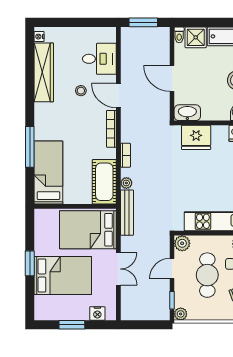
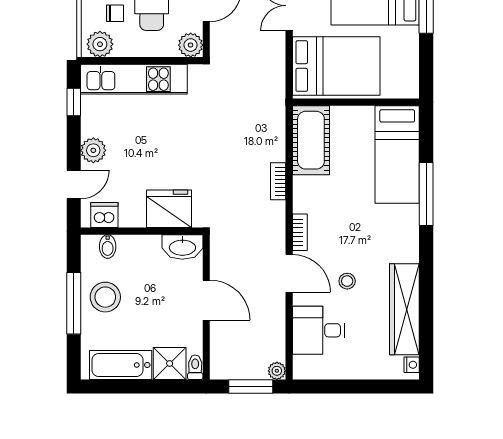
bookcase: (111, 129) -> (300, 232), width x0.64
plant: (126, 183) -> (277, 371), moved
bench: (127, 213) -> (276, 92), removed

